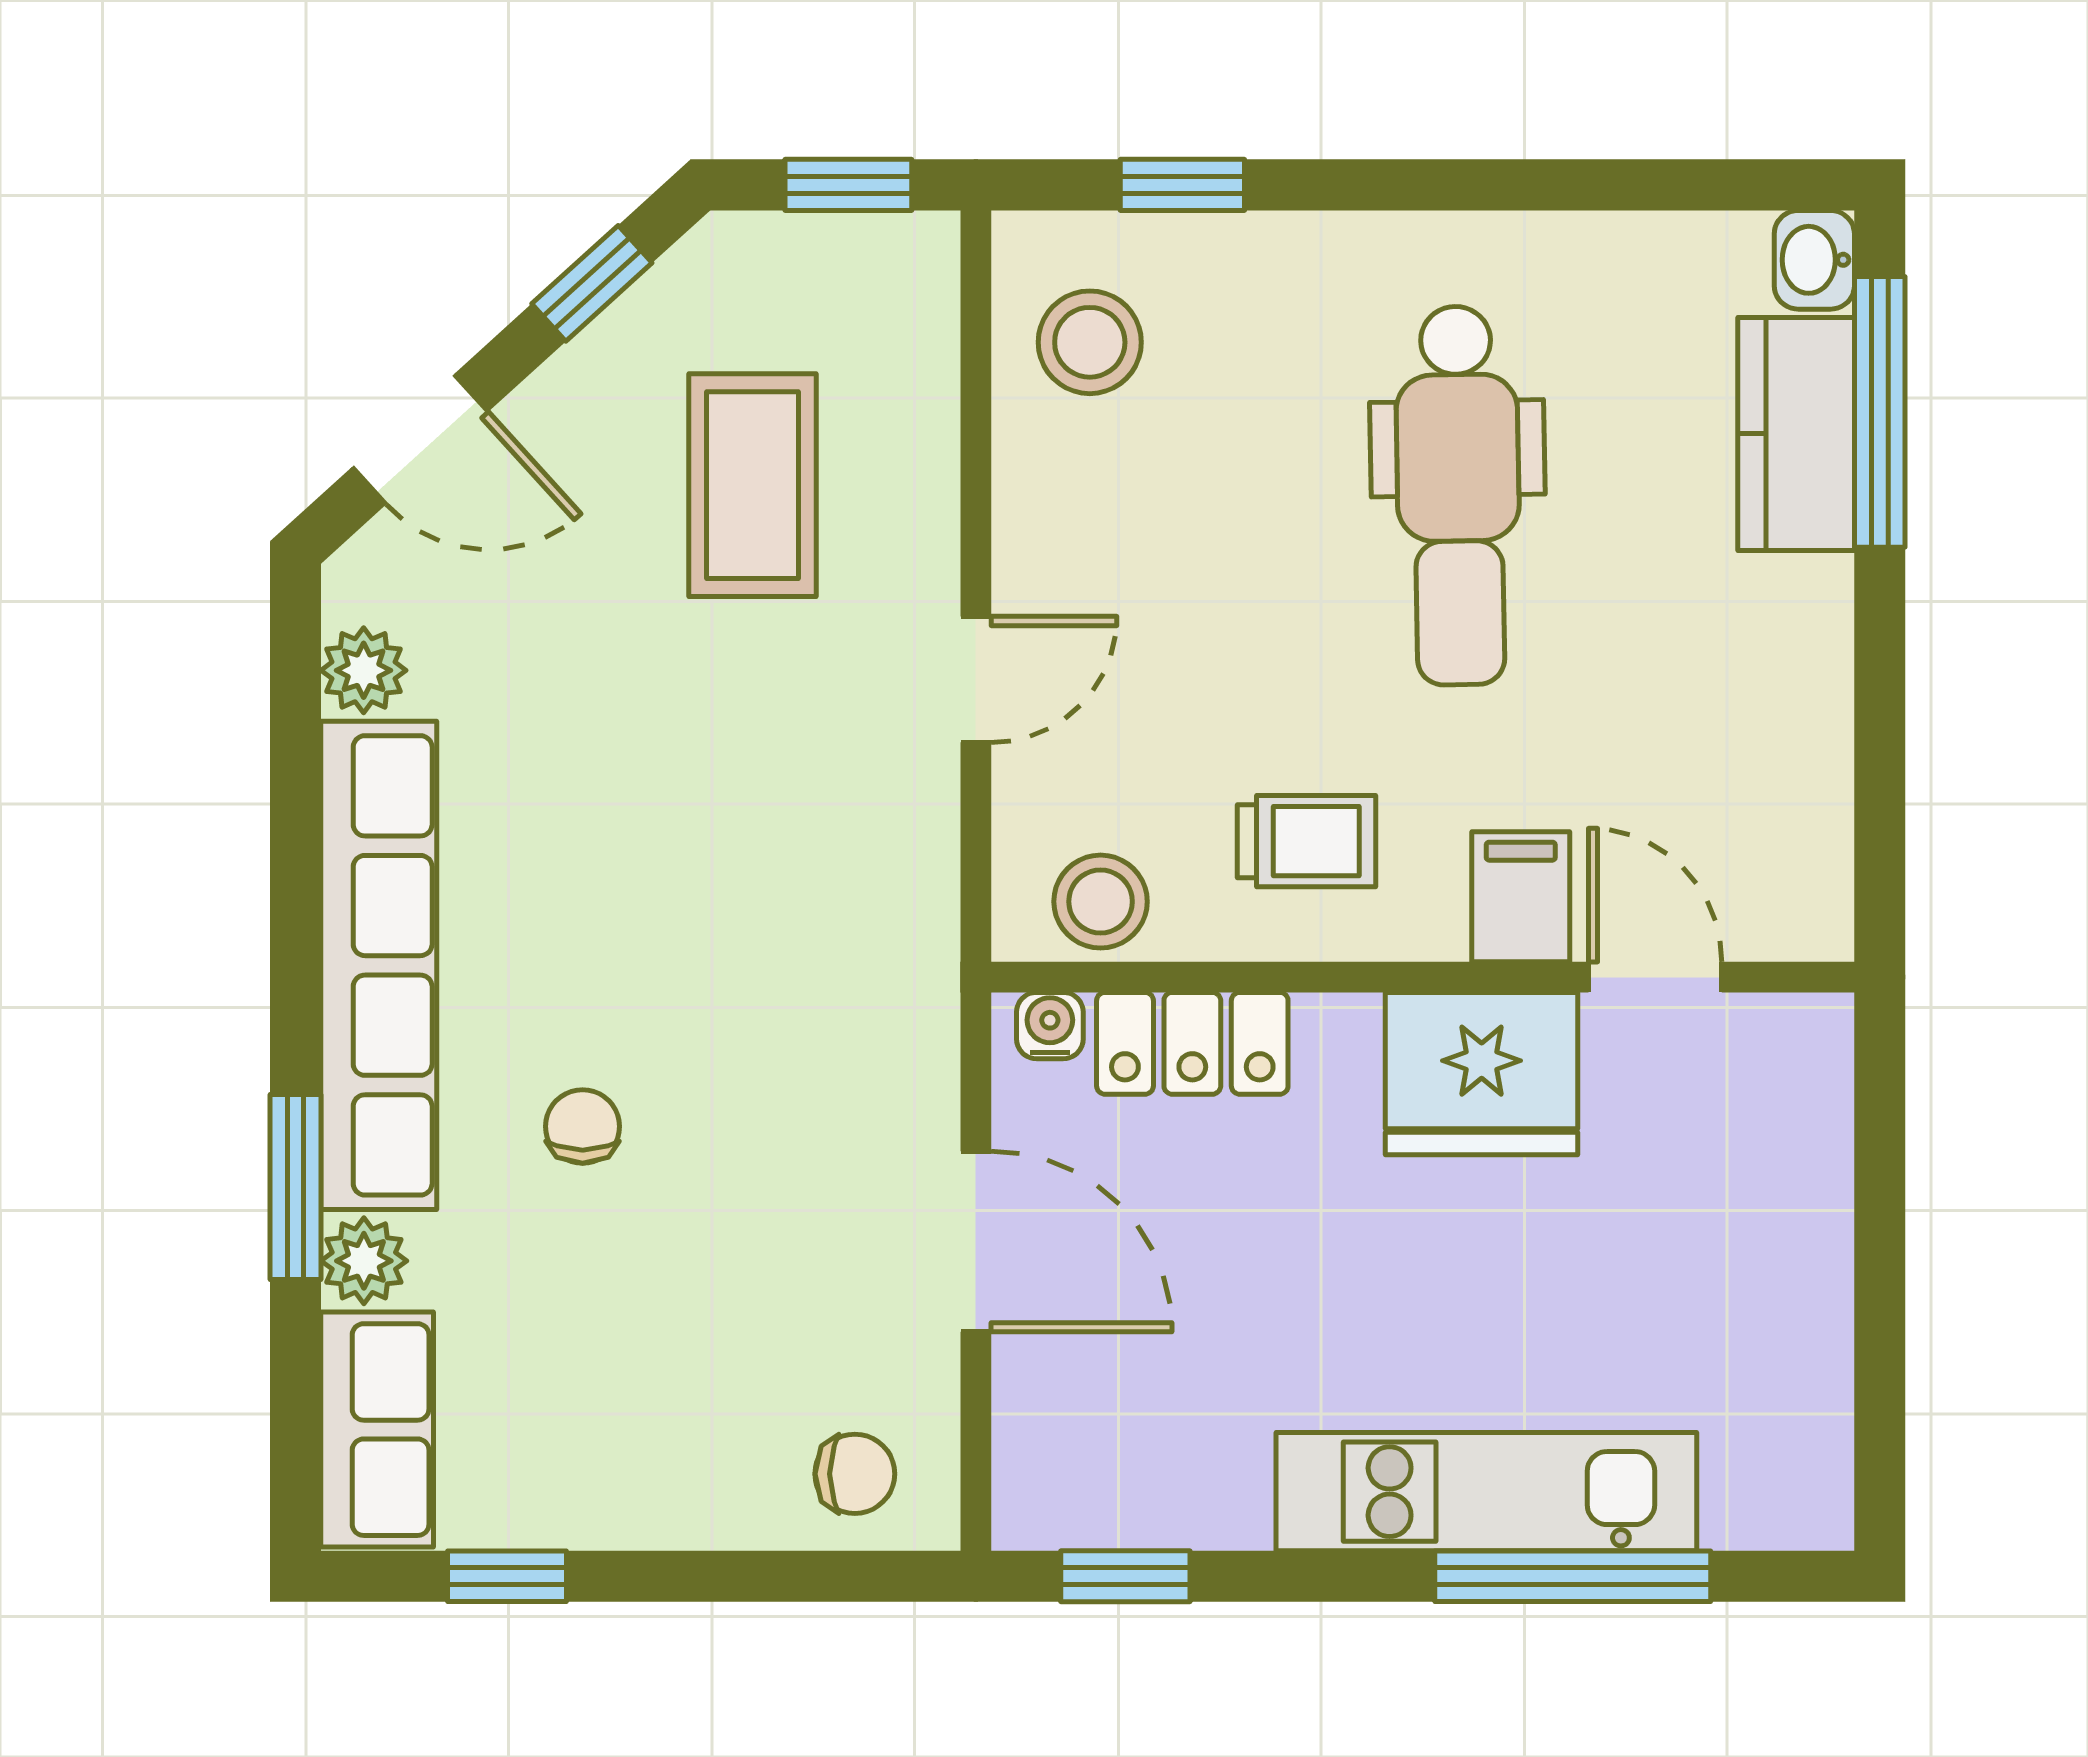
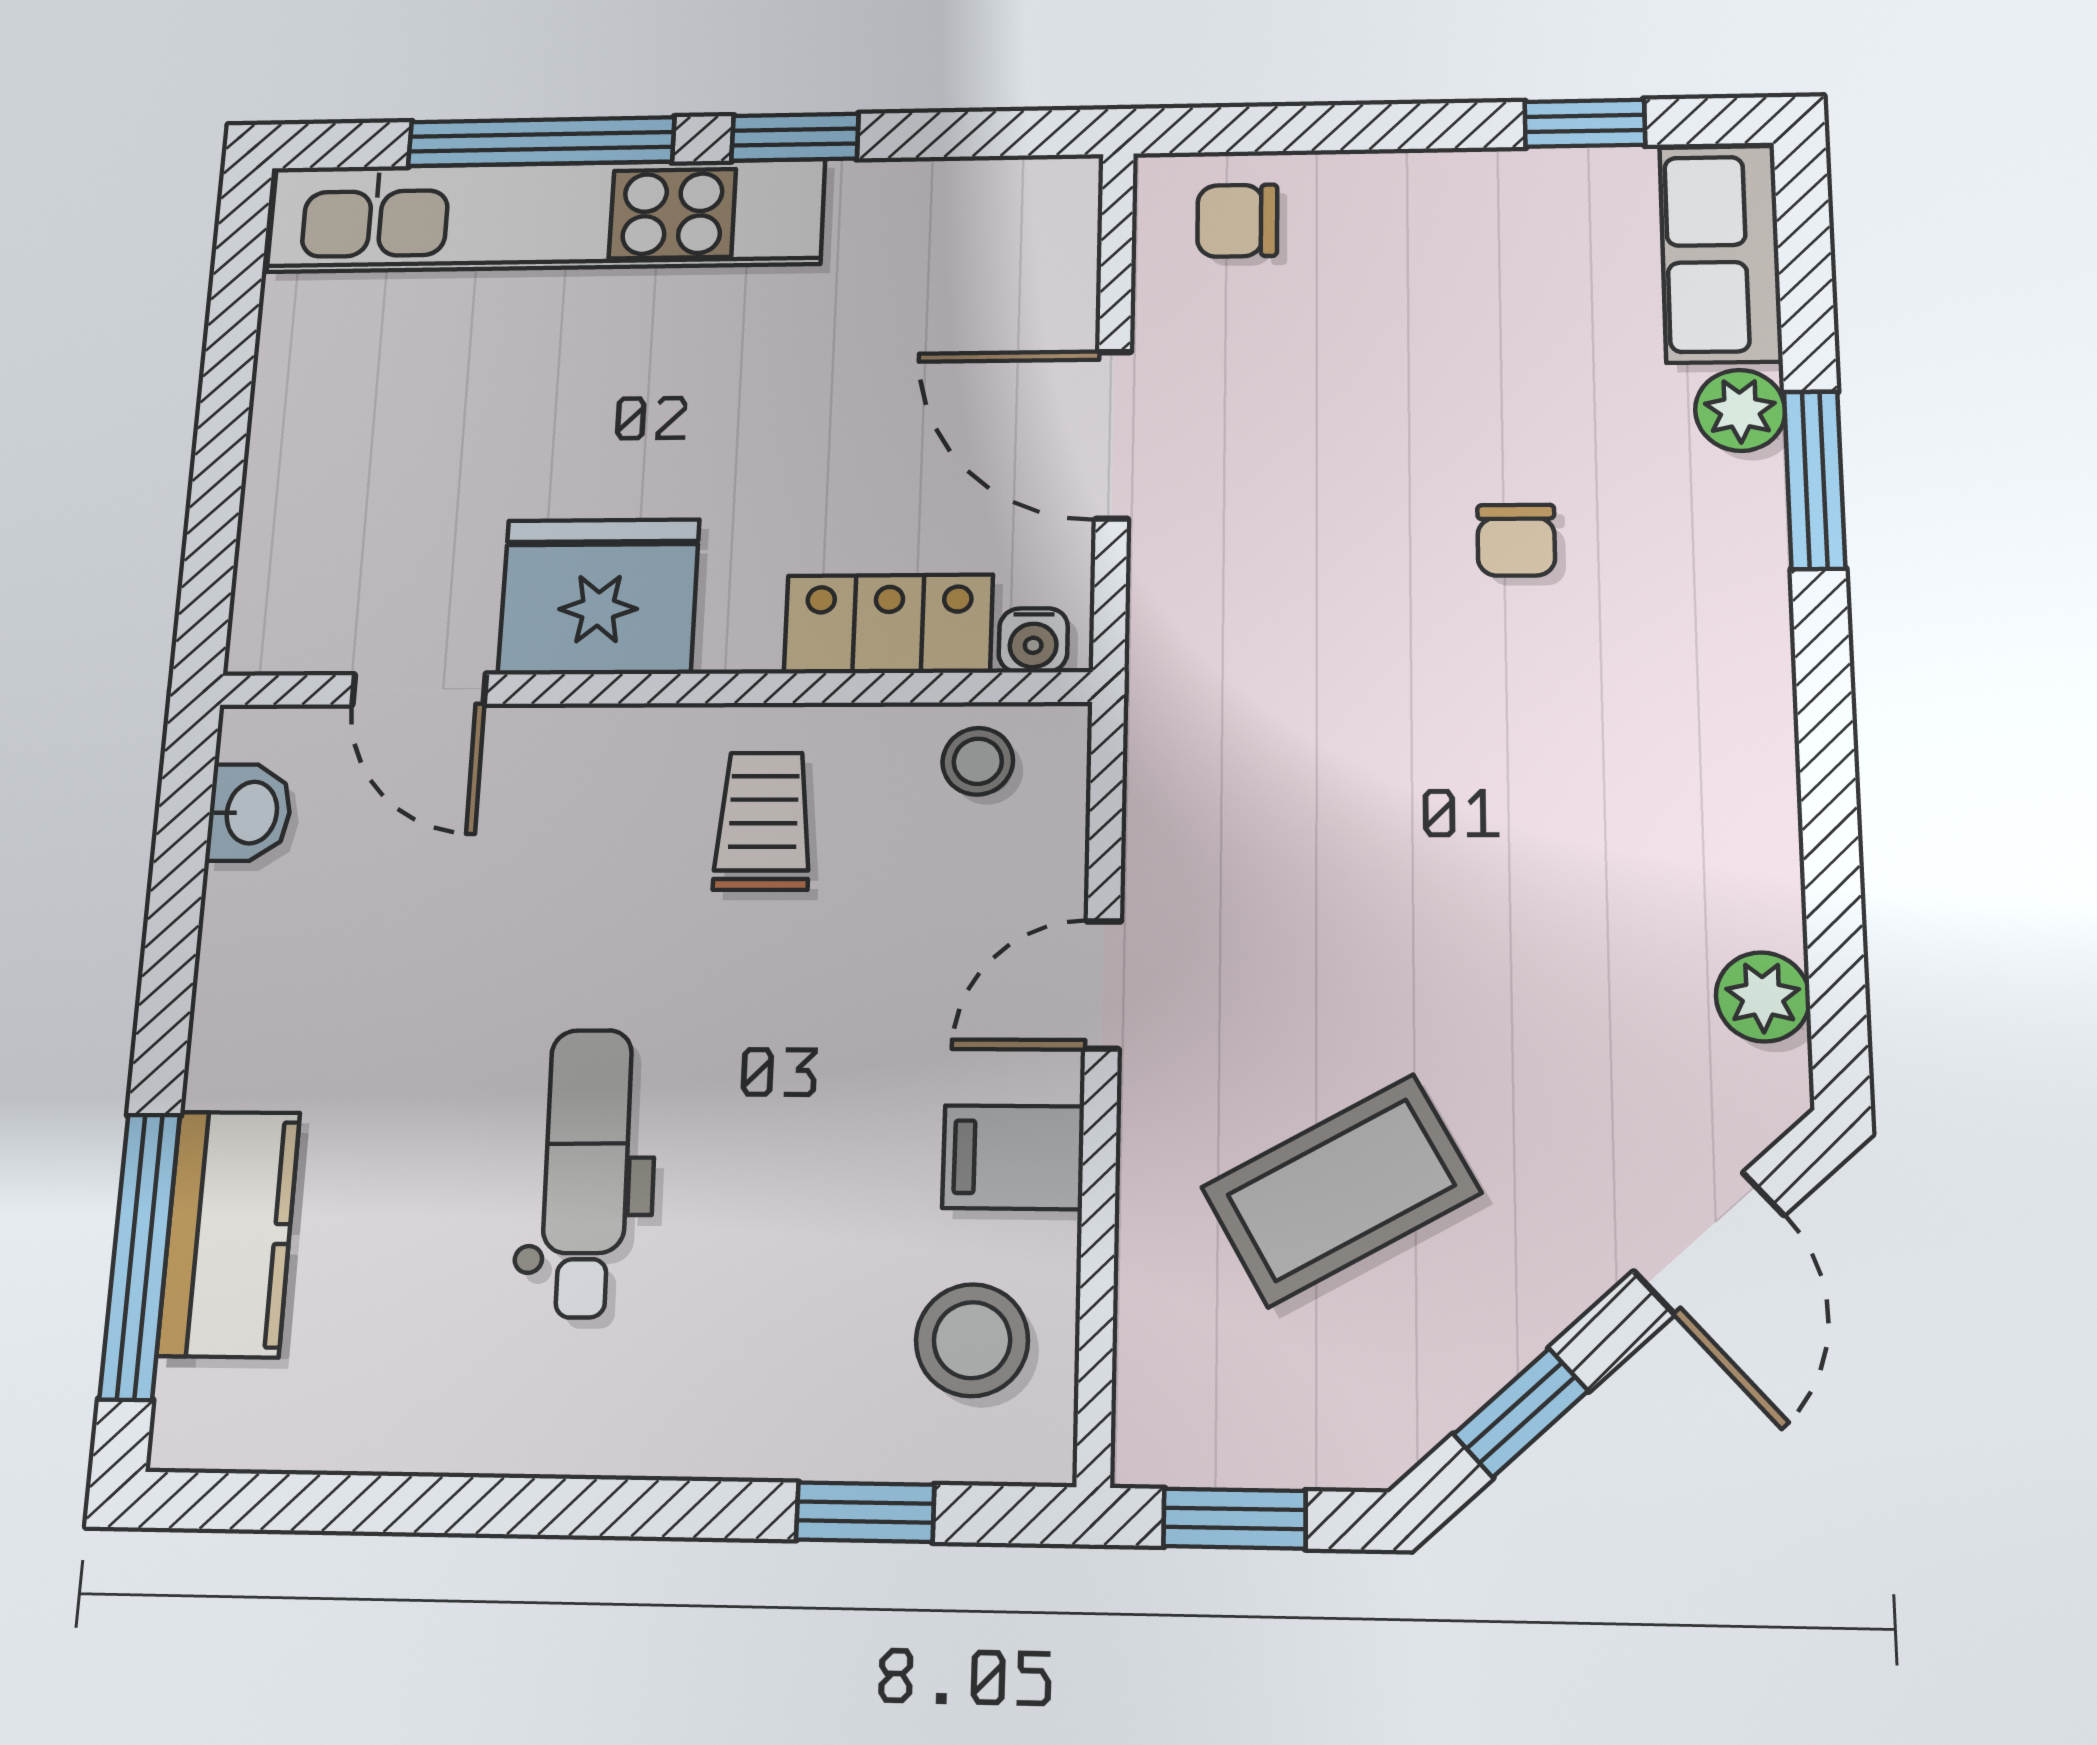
washbasin: (1814, 260) -> (249, 813), moved
door: (420, 439) -> (1709, 1243), swing flipped
coffee table: (753, 485) -> (1341, 1190), turned 61
dental chair: (1458, 496) -> (586, 1172), width x0.73, depth x0.72
trolley: (1306, 841) -> (763, 821), turned 90
filing cabinet: (1521, 897) -> (1013, 1157), moved, turned 90
stool: (1101, 902) -> (978, 761), width x0.73, depth x0.73
row of seats: (379, 965) -> (1735, 696), removed
kitchen unit: (1486, 1492) -> (545, 216), width x1.36
window: (1125, 1576) -> (795, 137), moved

